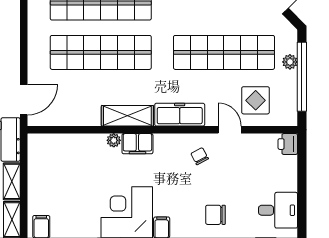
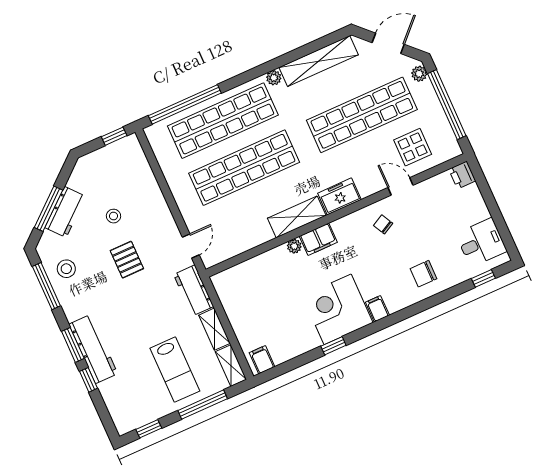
plant: (290, 62) -> (419, 74), moved
door: (24, 100) -> (191, 246), width x0.73
freezer: (180, 115) -> (339, 196), width x0.71

